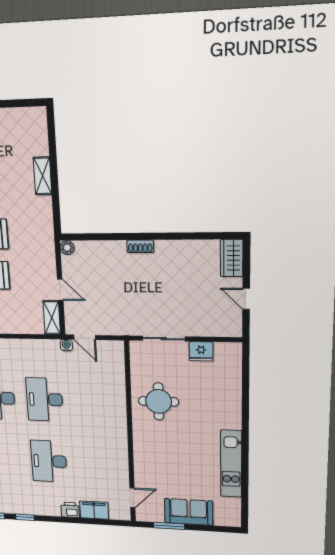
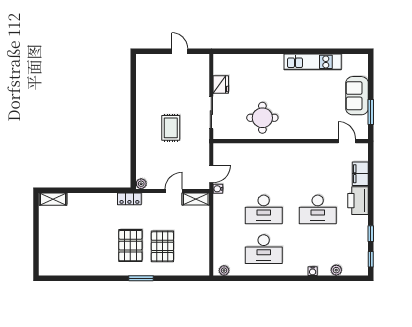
shelving: (43, 176) -> (53, 199), moved
locker: (46, 232) -> (129, 199), added
shoe rack: (140, 246) -> (141, 128), removed
wardrobe: (232, 258) -> (150, 62), removed
rug: (142, 286) -> (171, 128), added
door: (246, 299) -> (180, 51), swing flipped
printer: (70, 510) -> (358, 201), width x1.87, depth x1.48

